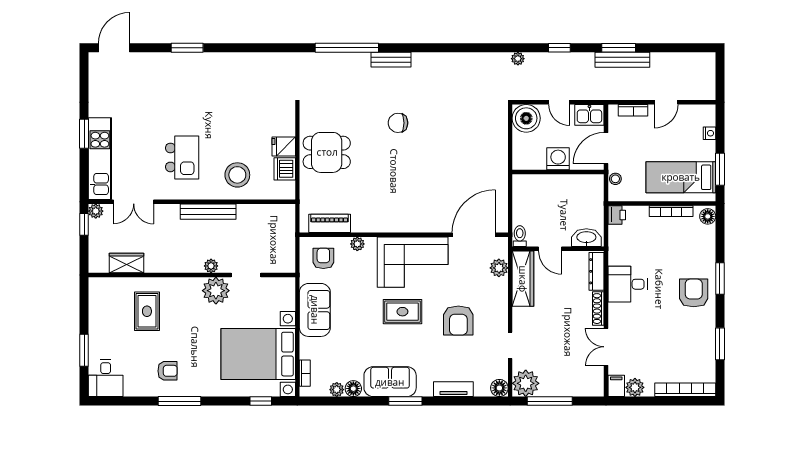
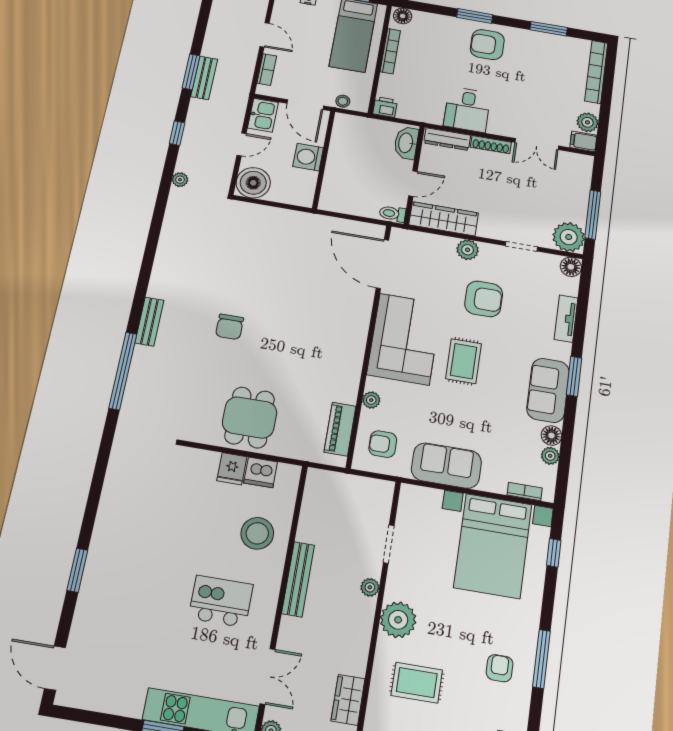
bench: (622, 60) -> (204, 78), width x0.73
plant: (499, 268) -> (468, 250), moved
plant: (216, 291) -> (398, 620), moved

